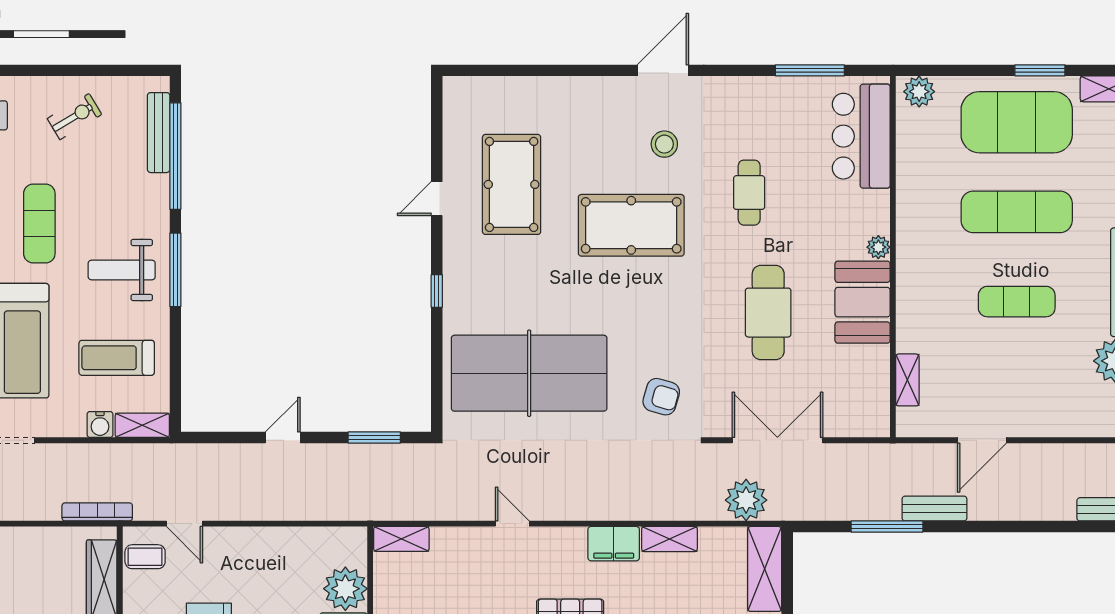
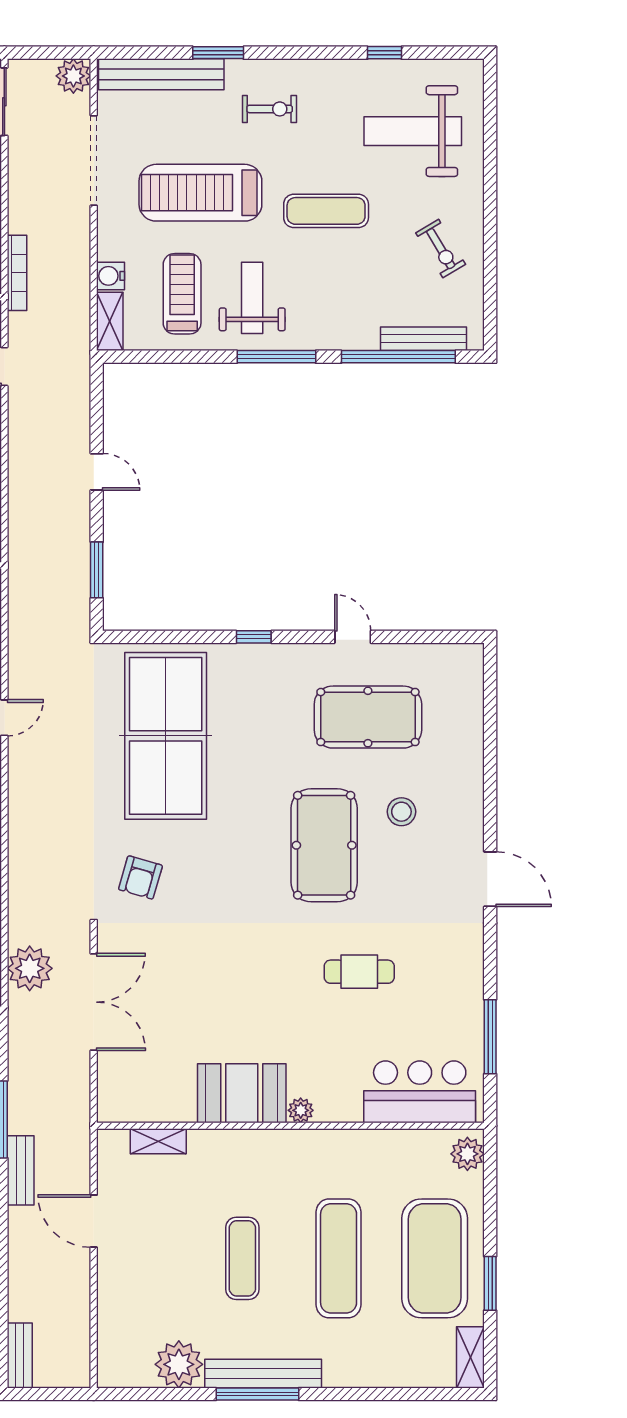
stool: (664, 144) -> (401, 812), moved
weight bench: (122, 270) -> (252, 298), moved
cafe table: (768, 313) -> (231, 992), removed

